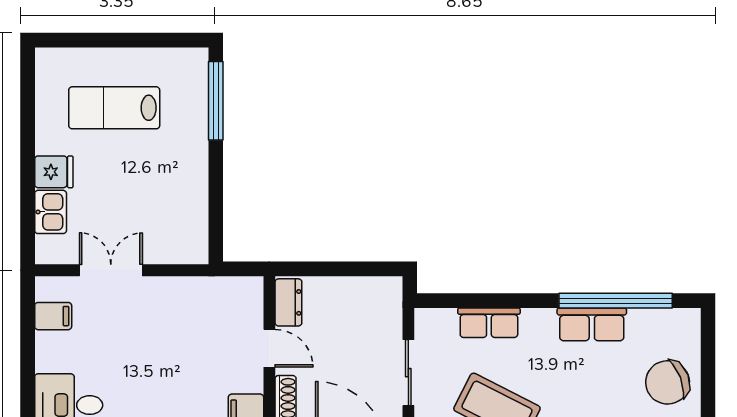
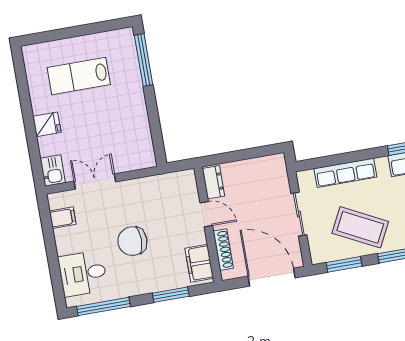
kitchen sink: (51, 212) -> (53, 170), moved
row of seats: (489, 323) -> (345, 173), width x1.48
chair: (152, 369) -> (132, 241), added

